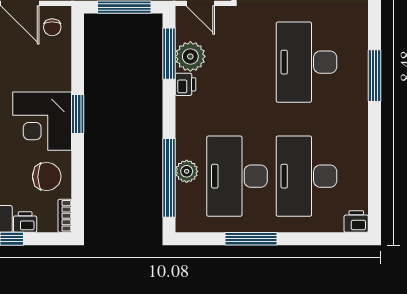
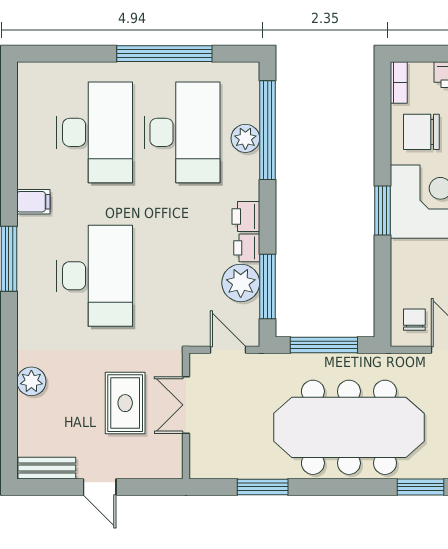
filing cabinet: (355, 121) -> (33, 202), added
printer: (356, 222) -> (246, 217), moved, turned 90
window: (251, 239) -> (164, 54), width x1.46

